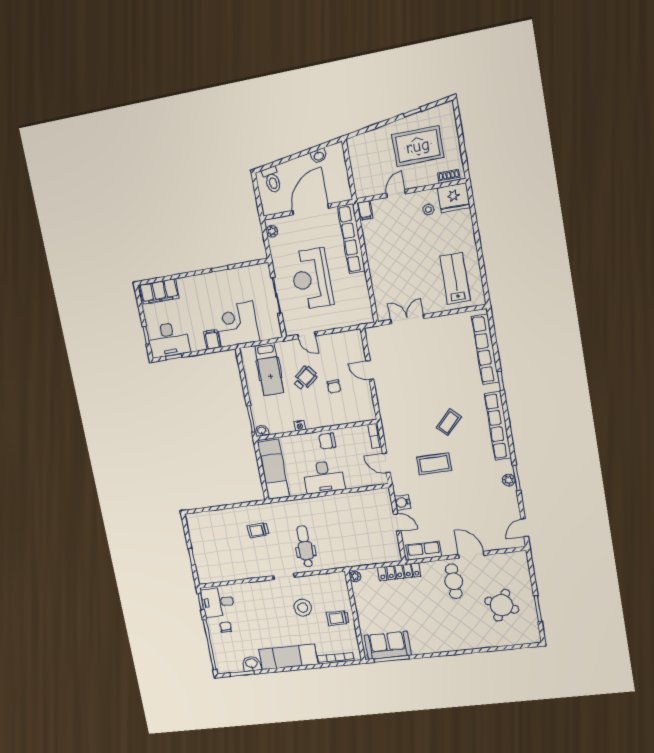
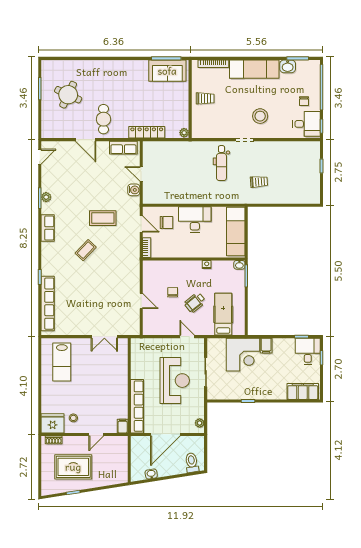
desk: (168, 340) -> (308, 351), width x0.73
row of seats: (498, 426) -> (48, 228), width x0.50
chair: (327, 441) -> (166, 222), moved
stool: (303, 608) -> (260, 116), moved

